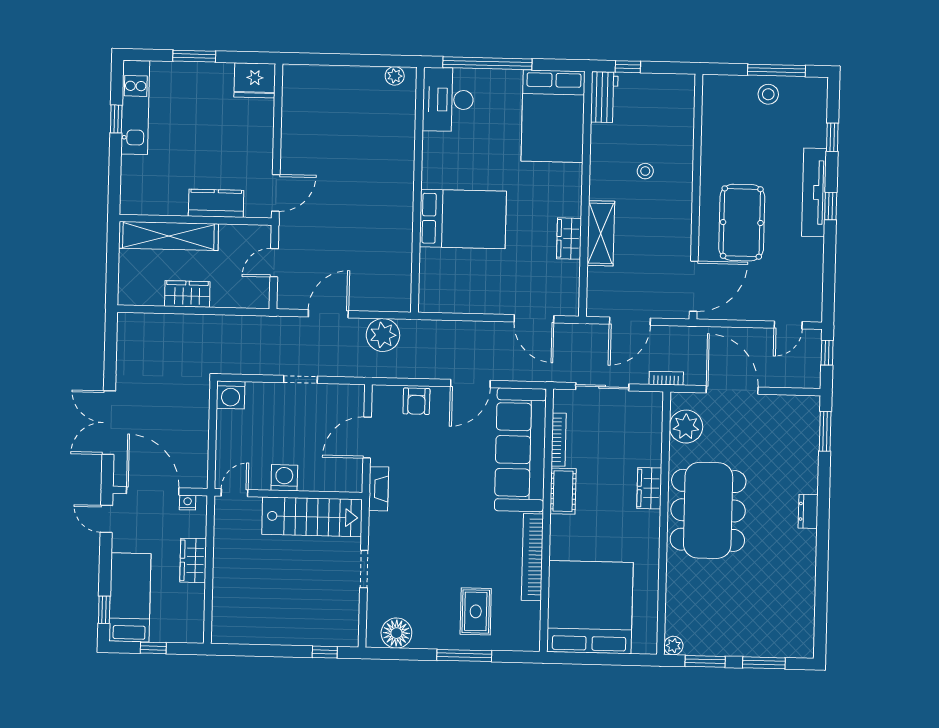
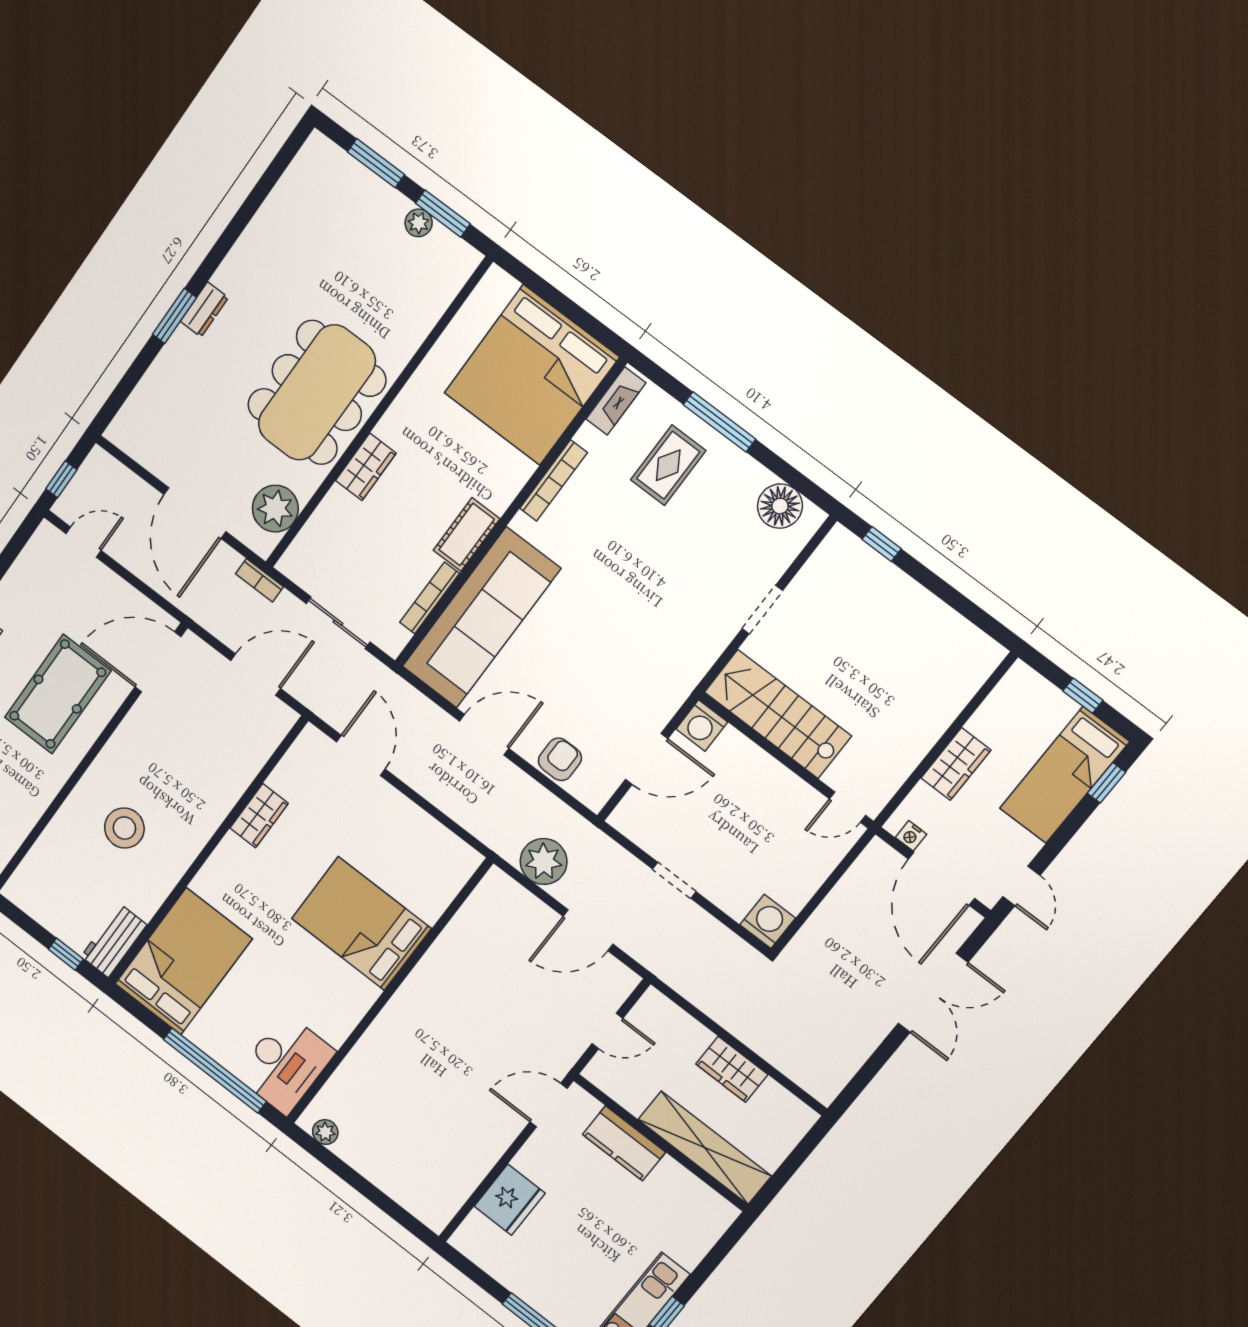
fridge: (255, 80) -> (510, 1200), moved, turned 90
stool: (645, 171) -> (124, 828), width x1.89, depth x1.89
shelving: (601, 233) -> (220, 796), removed
window: (825, 431) -> (174, 316), moved
washing machine: (284, 478) -> (702, 726), moved
fireplace: (379, 489) -> (616, 401), moved, turned 180
bookcase: (532, 557) -> (554, 481), width x0.68, depth x0.76
plant: (673, 646) -> (419, 223), moved

